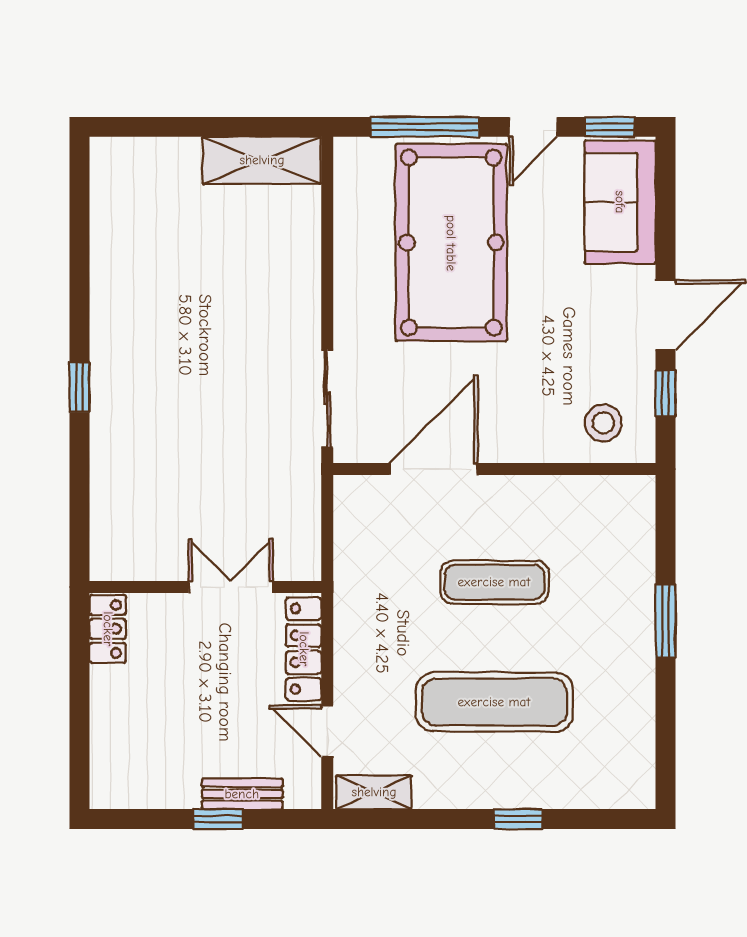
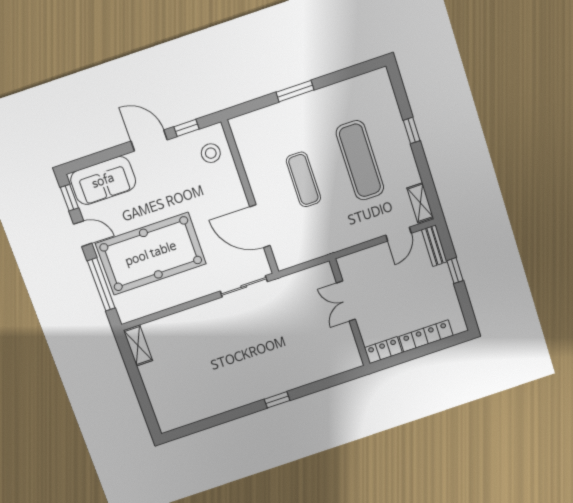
shelving: (262, 160) -> (138, 346), width x0.67, depth x0.75
locker: (304, 649) -> (426, 336), moved, turned 180
bench: (242, 794) -> (434, 246), moved

